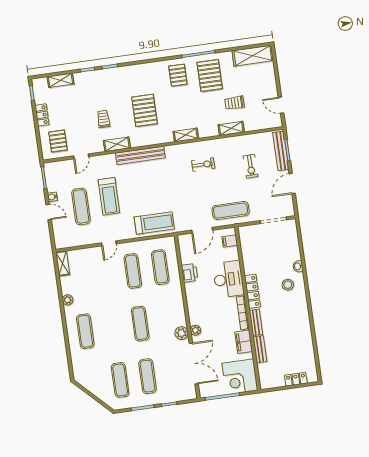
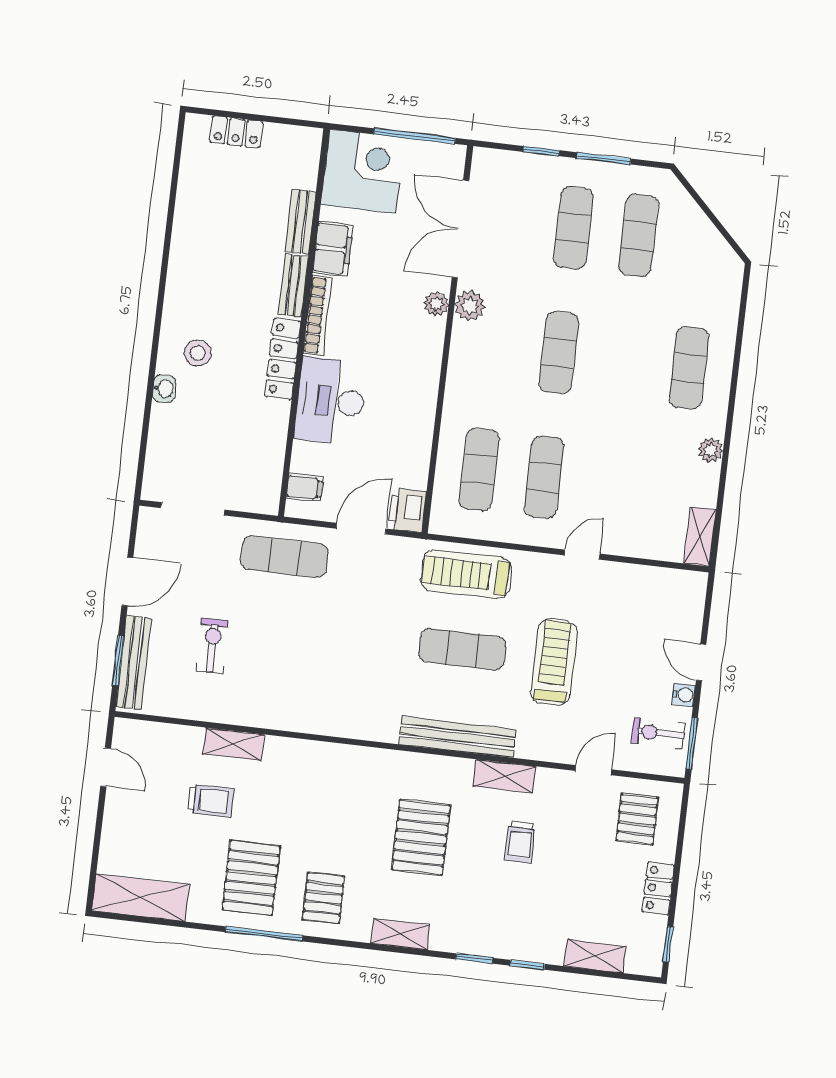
shelving: (186, 135) -> (400, 934), moved
exercise bike: (203, 164) -> (658, 733), moved
exercise mat: (81, 206) -> (462, 649), moved, turned 90
printer: (189, 273) -> (407, 510), moved

